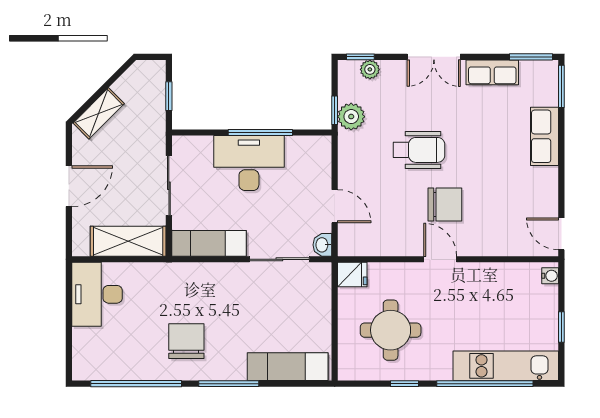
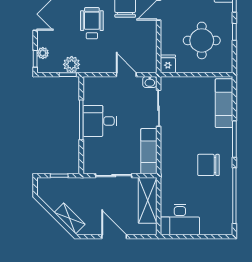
desk: (249, 163) -> (100, 121), width x0.73
door: (335, 206) -> (126, 75), hinge flipped

